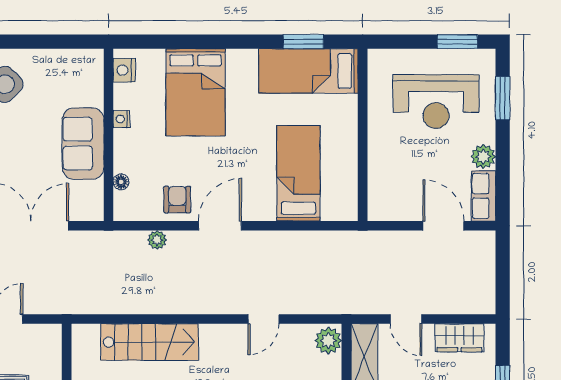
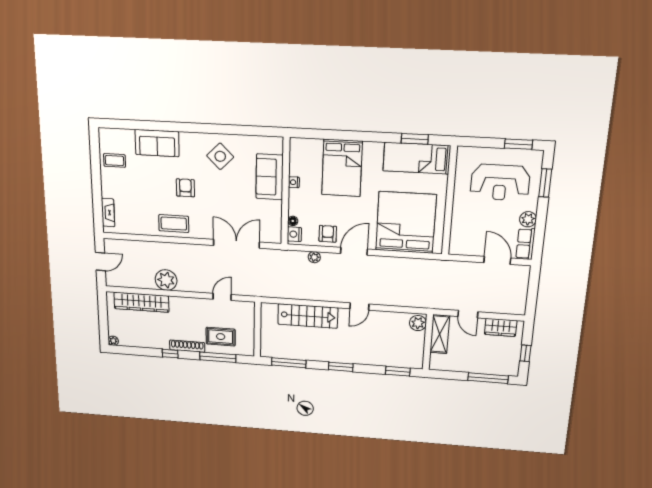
nightstand: (124, 70) -> (294, 234), moved
sofa: (83, 144) -> (270, 177), moved
bed: (298, 173) -> (406, 222), width x2.04
door: (263, 319) -> (359, 306), moved

